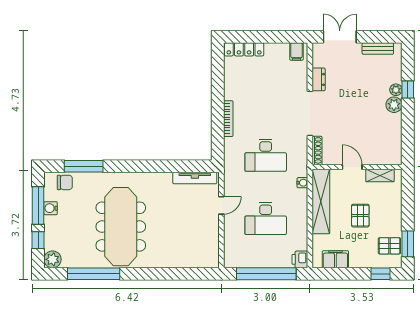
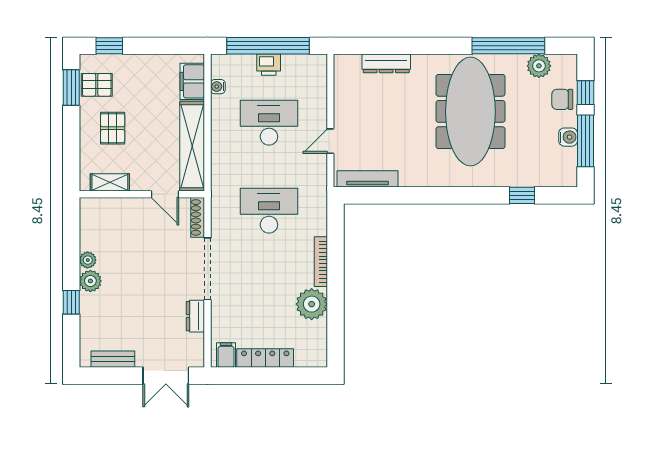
locker: (244, 49) -> (265, 358), moved
plant: (235, 88) -> (312, 304), added
plant: (396, 90) -> (88, 260), moved
window: (84, 166) -> (522, 195), width x0.46
door: (352, 167) -> (165, 194), moved
chair: (65, 182) -> (562, 99), moved
water cooler: (302, 183) -> (218, 87), moved
pallet: (360, 216) -> (113, 128), moved
plant: (53, 259) -> (539, 66), moved
printer: (300, 259) -> (269, 65), moved, turned 90
filing cabinet: (335, 259) -> (192, 81), moved, turned 90
dresser: (181, 261) -> (386, 63), added

